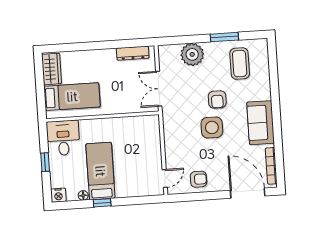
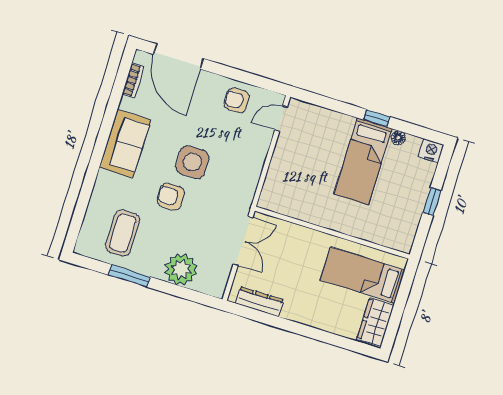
armchair: (217, 99) -> (171, 197), turned -90
desk: (63, 138) -> (395, 224), removed
bookcase: (271, 166) -> (133, 81), width x0.64

